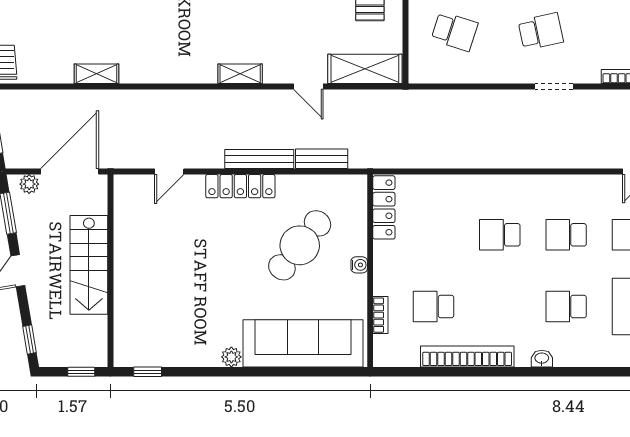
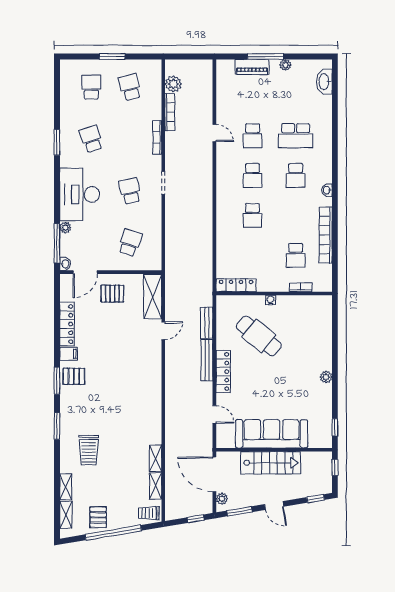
shelving: (240, 74) -> (156, 486), moved
sofa: (303, 343) -> (272, 434), moved, turned 90

